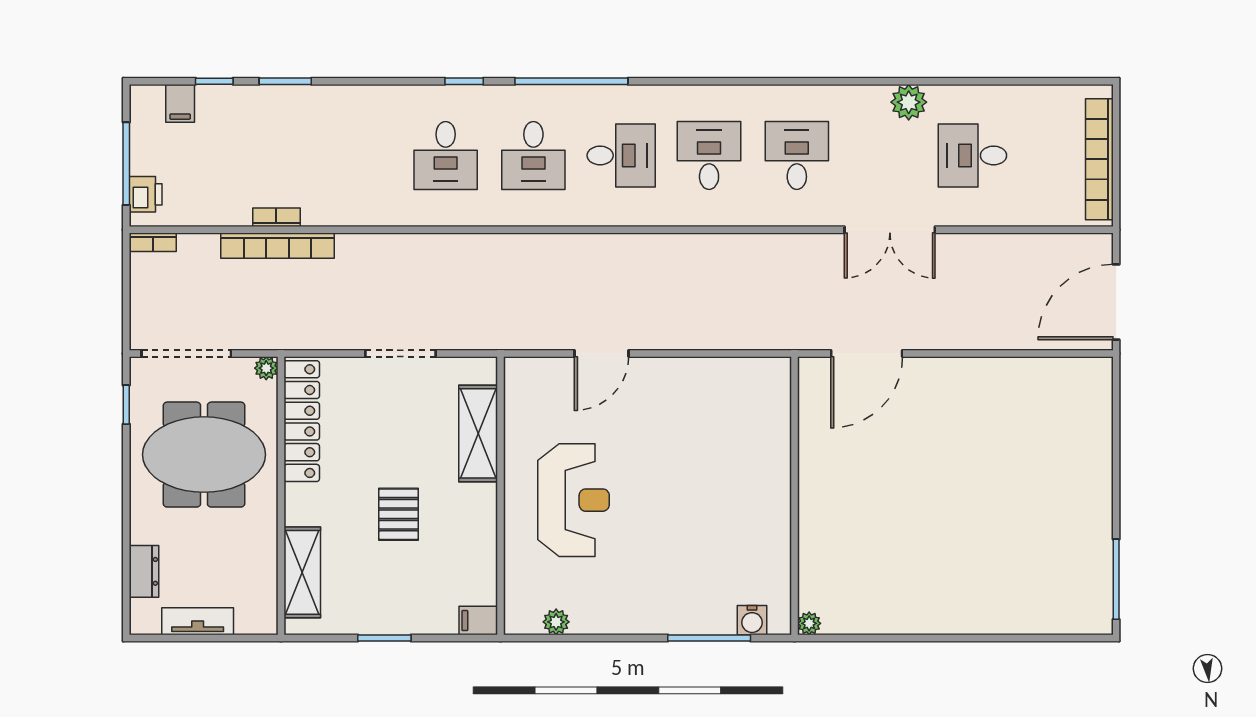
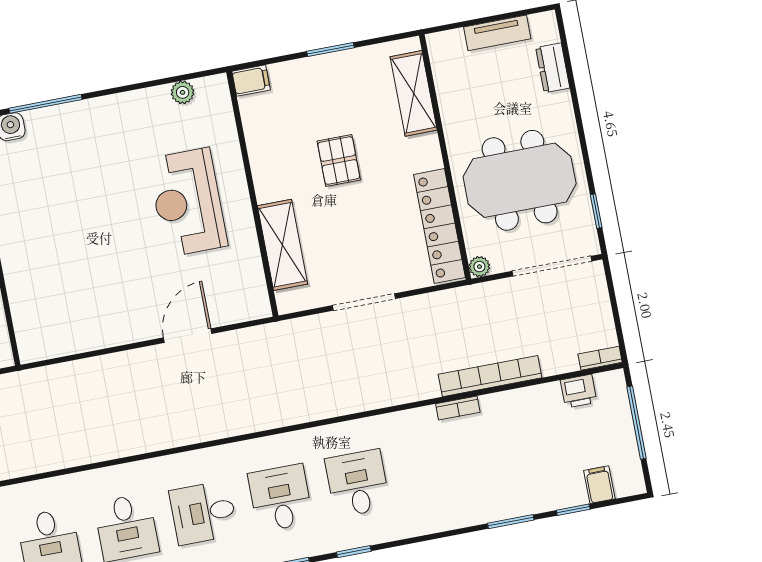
printer: (146, 194) -> (579, 391), moved, turned -90
bookcase: (276, 217) -> (458, 408), moved

